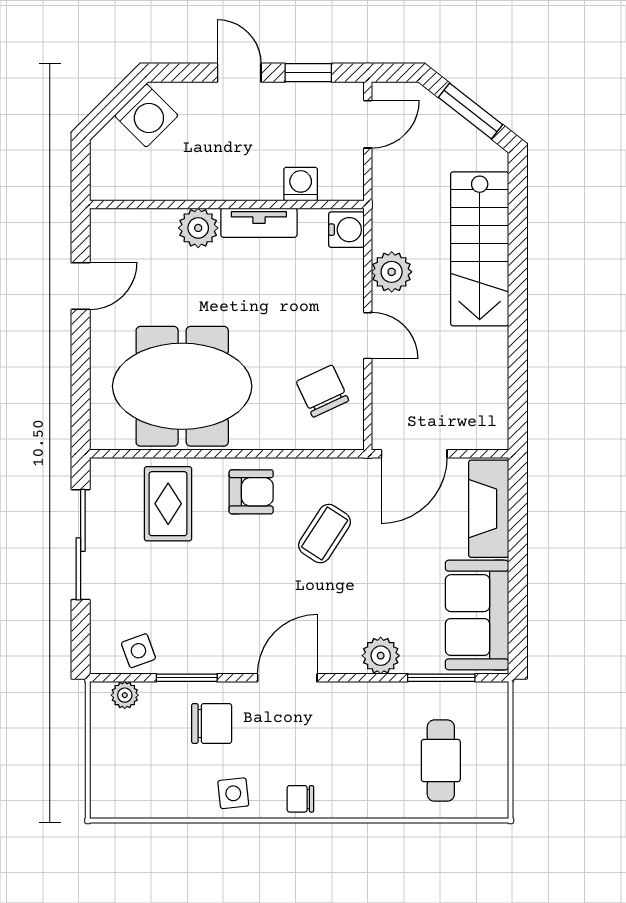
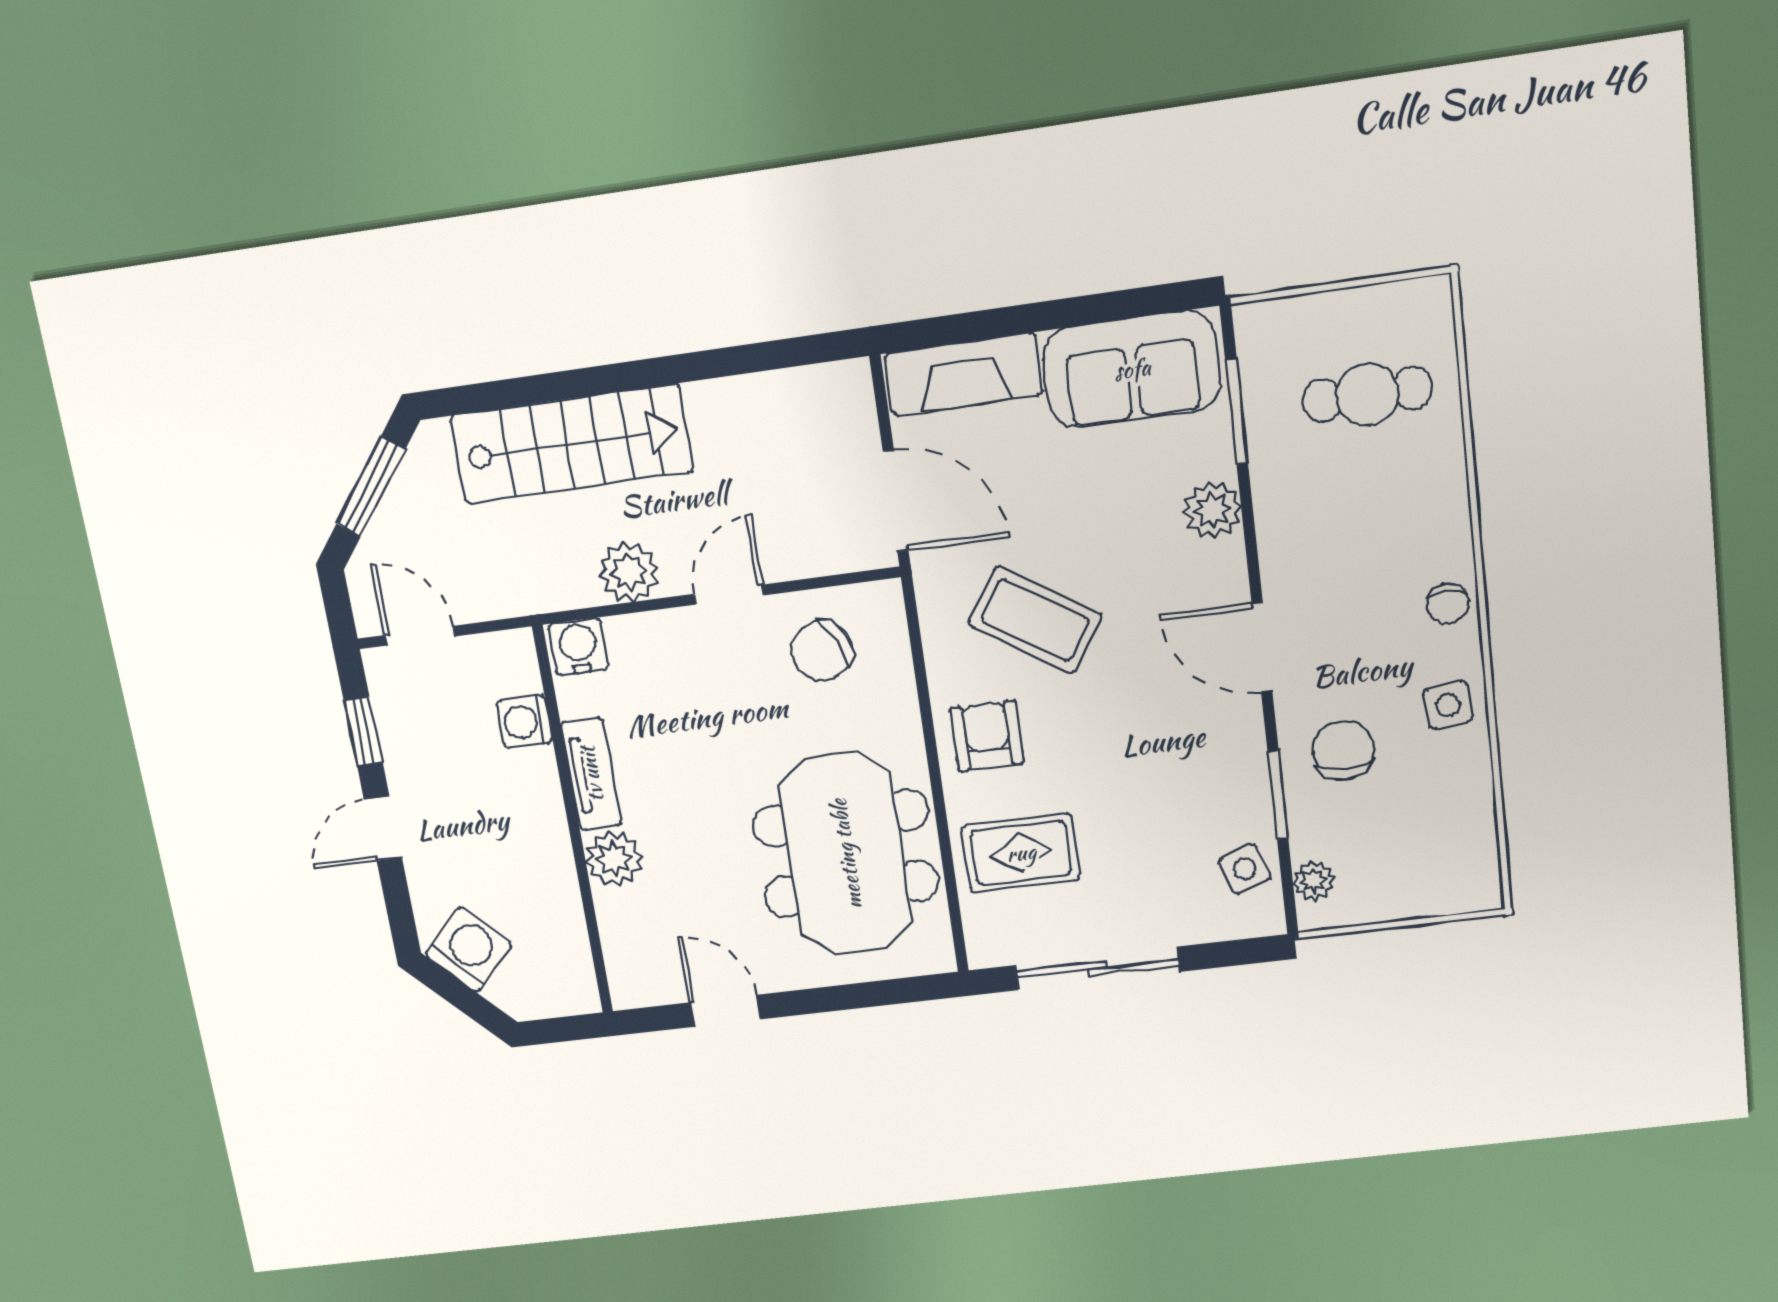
coffee table: (325, 534) -> (1035, 620), width x1.36, depth x1.30

